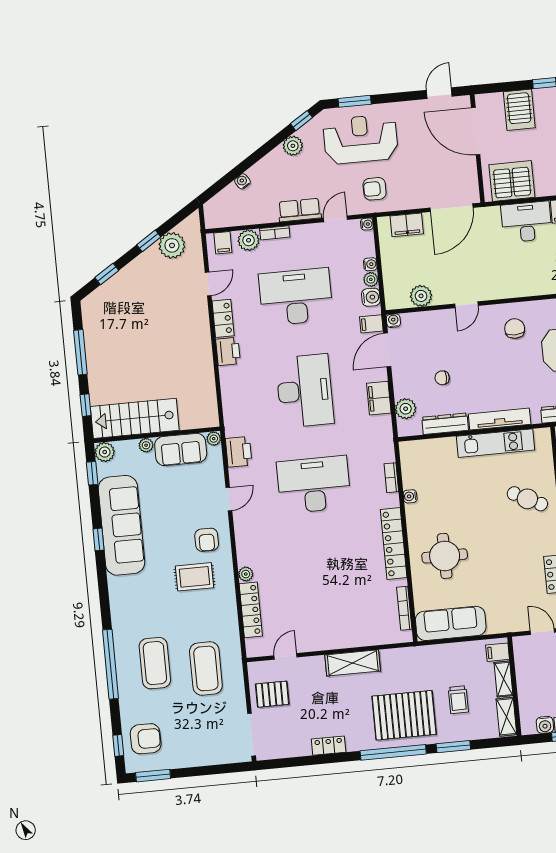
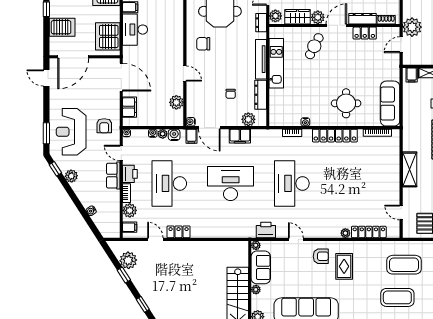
printer: (228, 351) -> (130, 174), moved, turned 90

